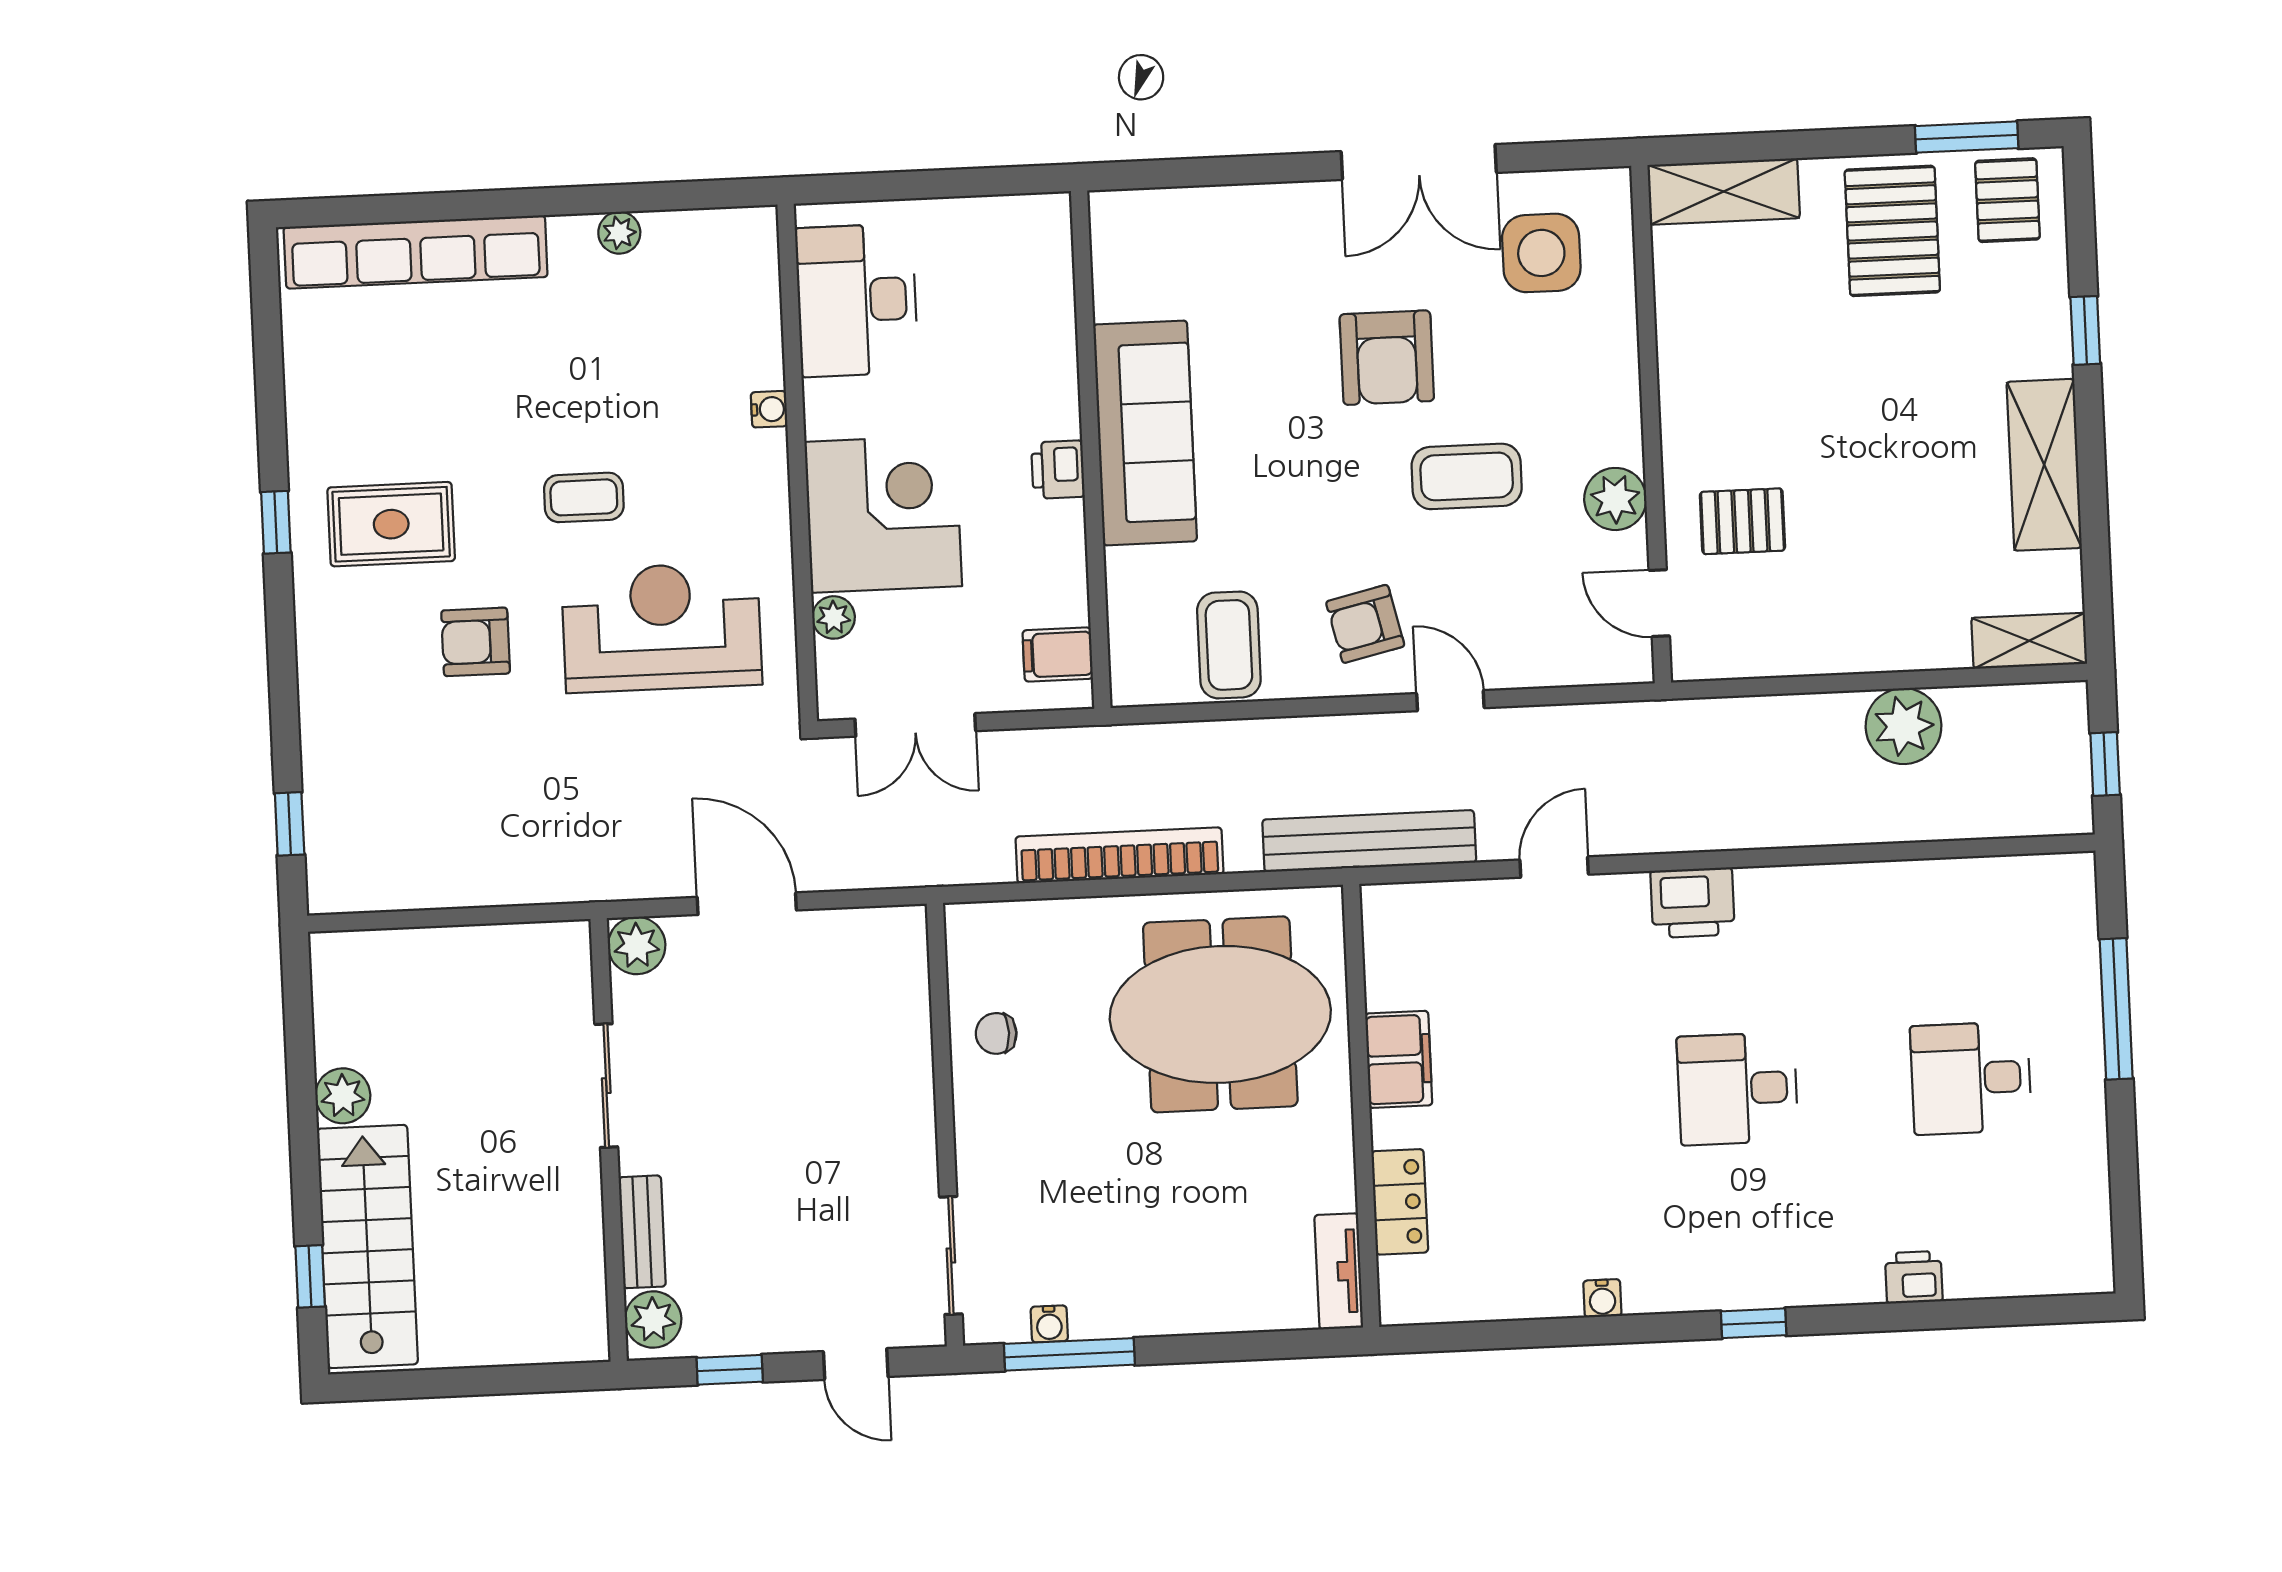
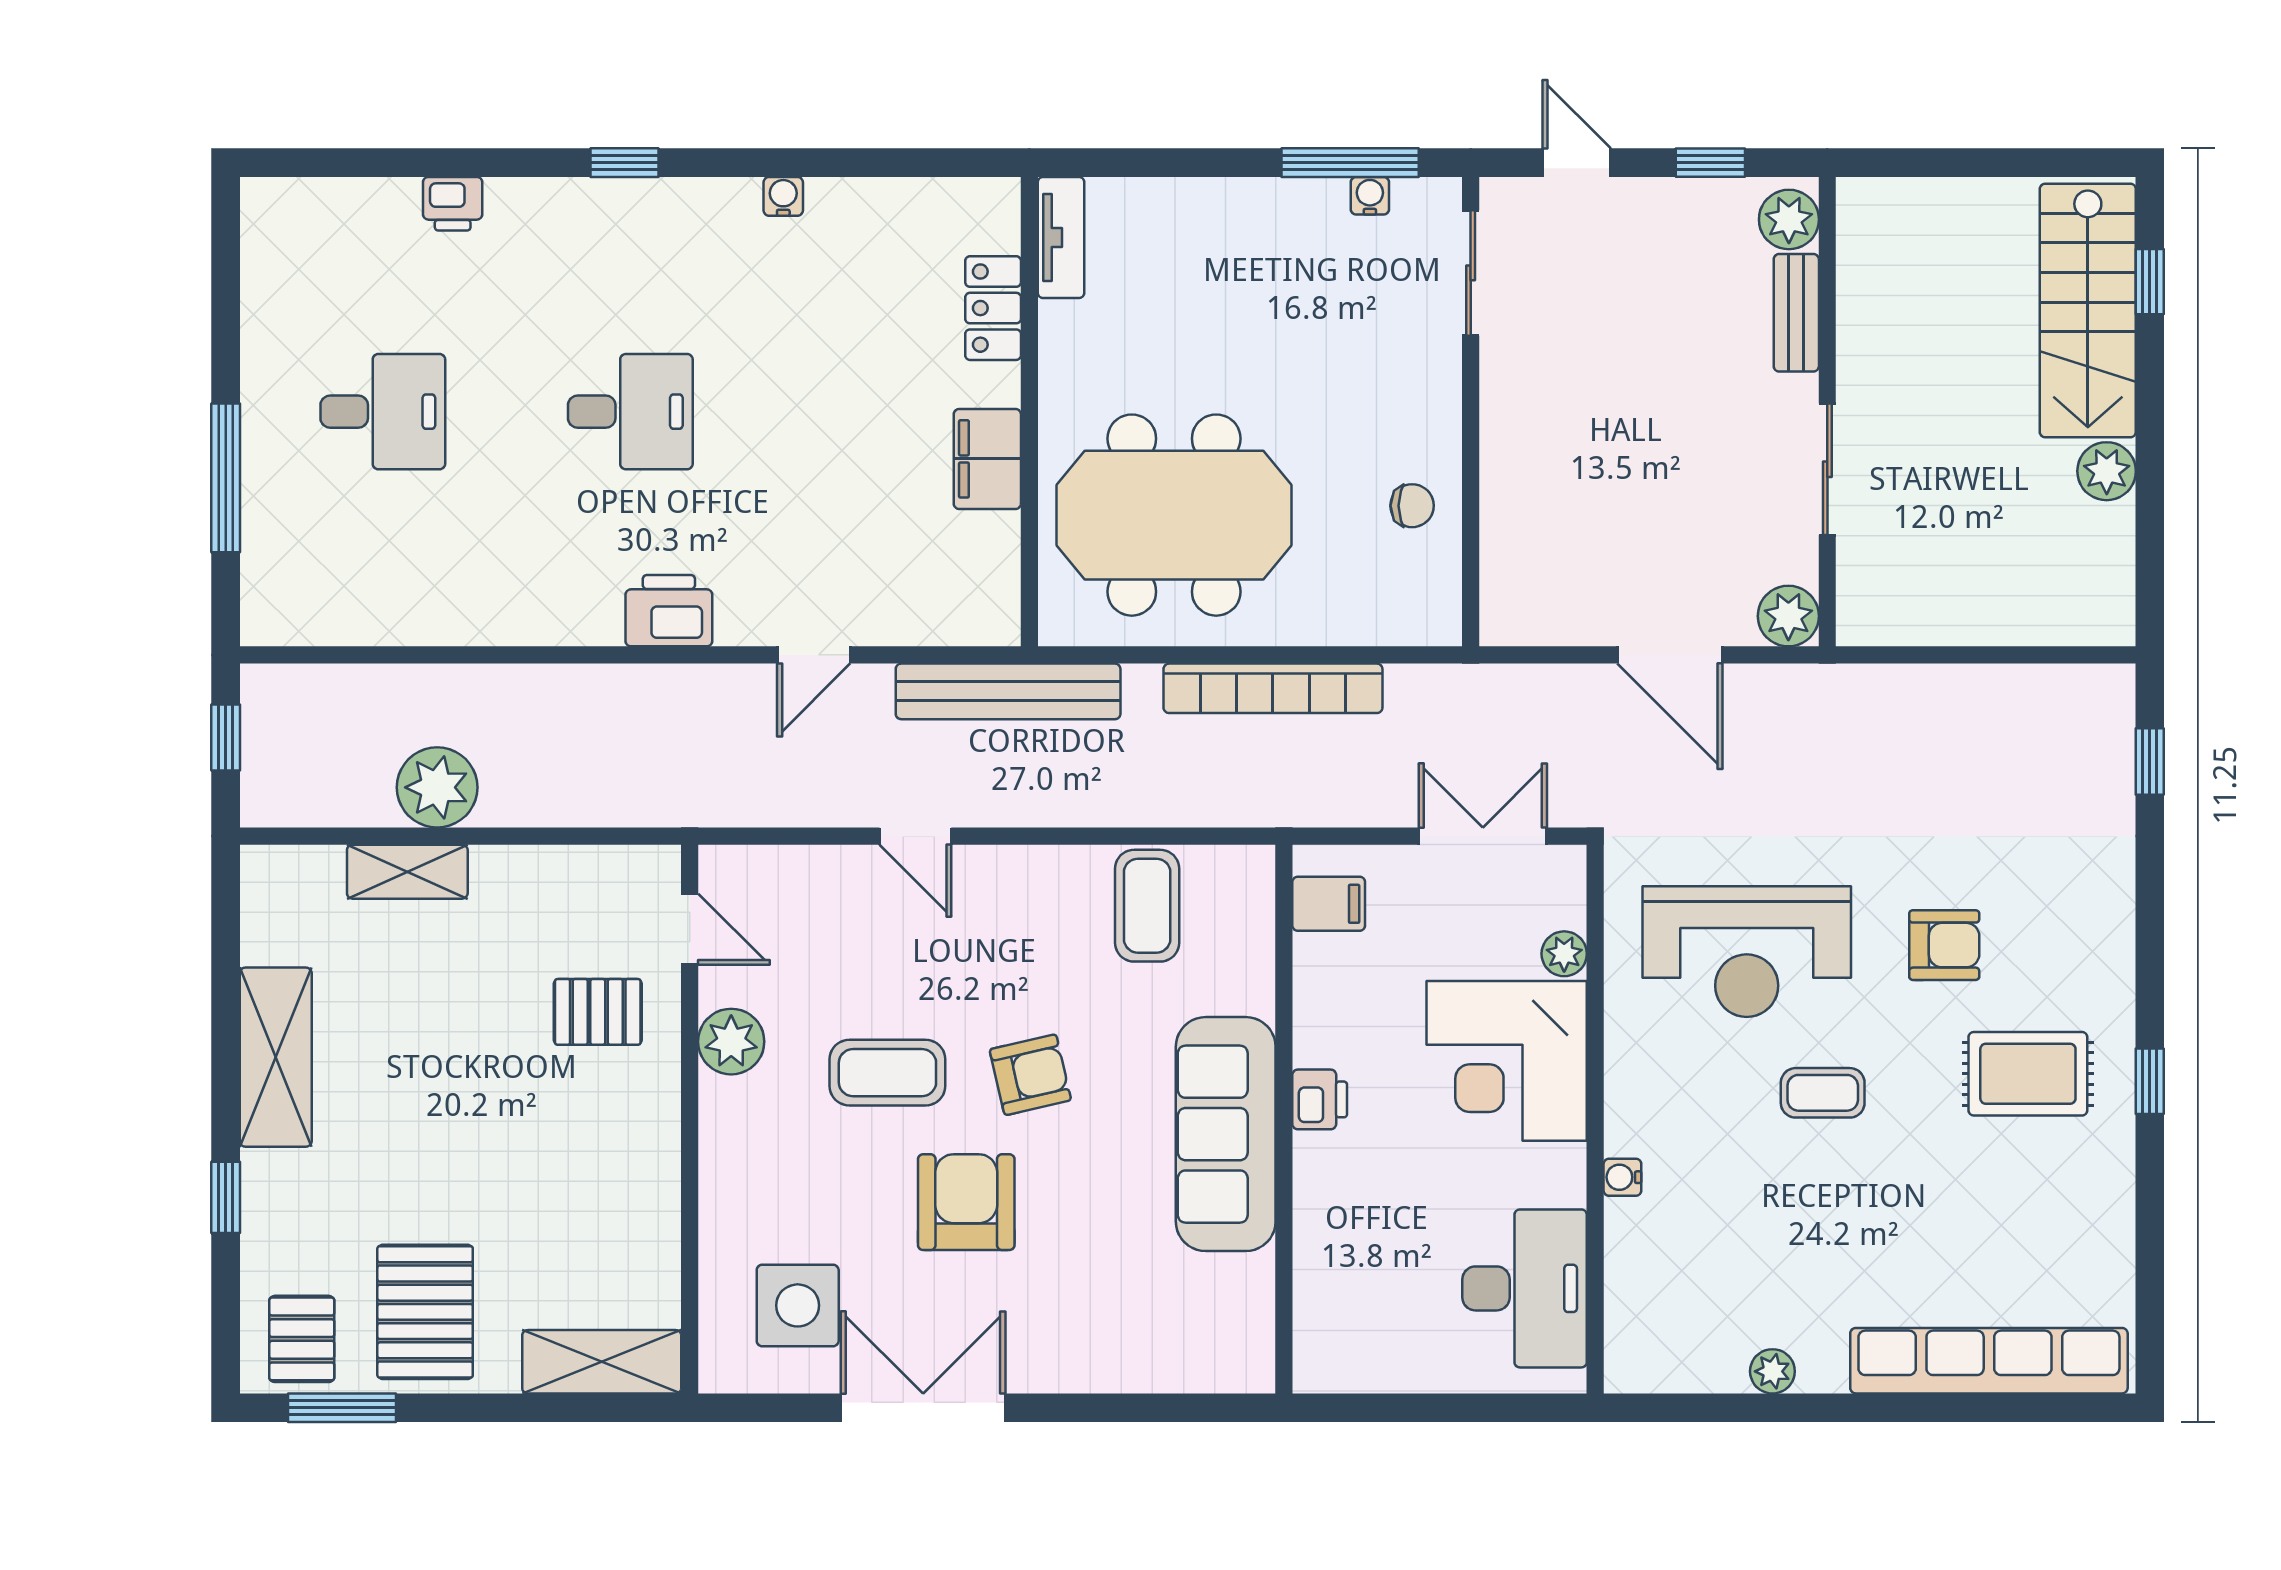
armchair: (1365, 624) -> (1030, 1075), moved
shelving: (2029, 641) -> (407, 872), moved

